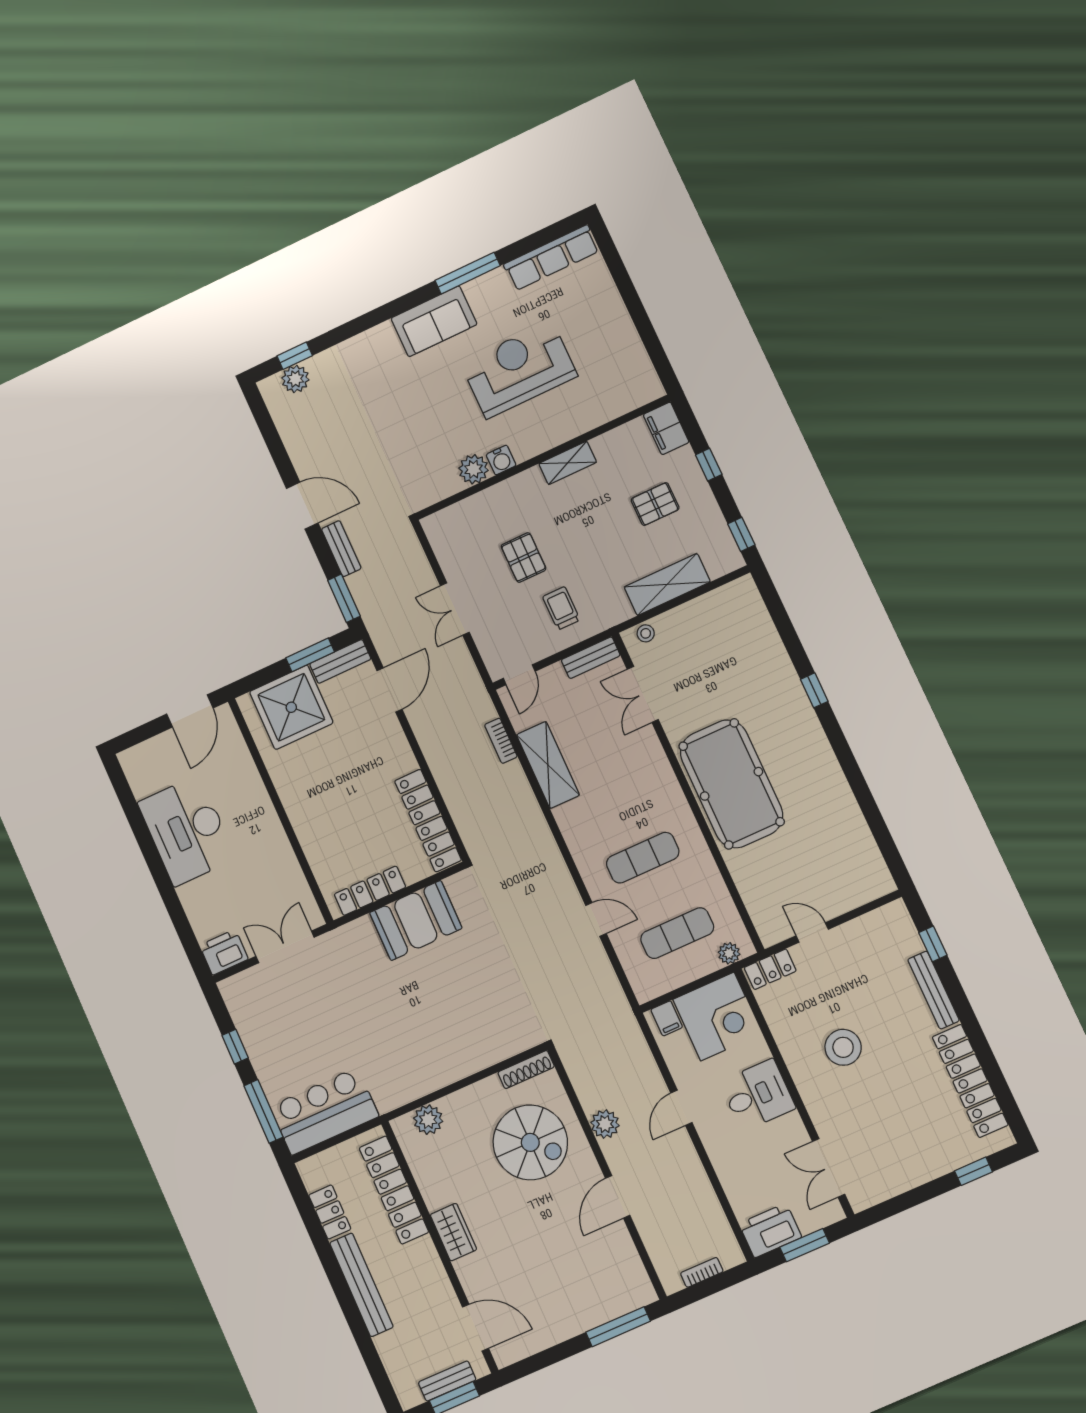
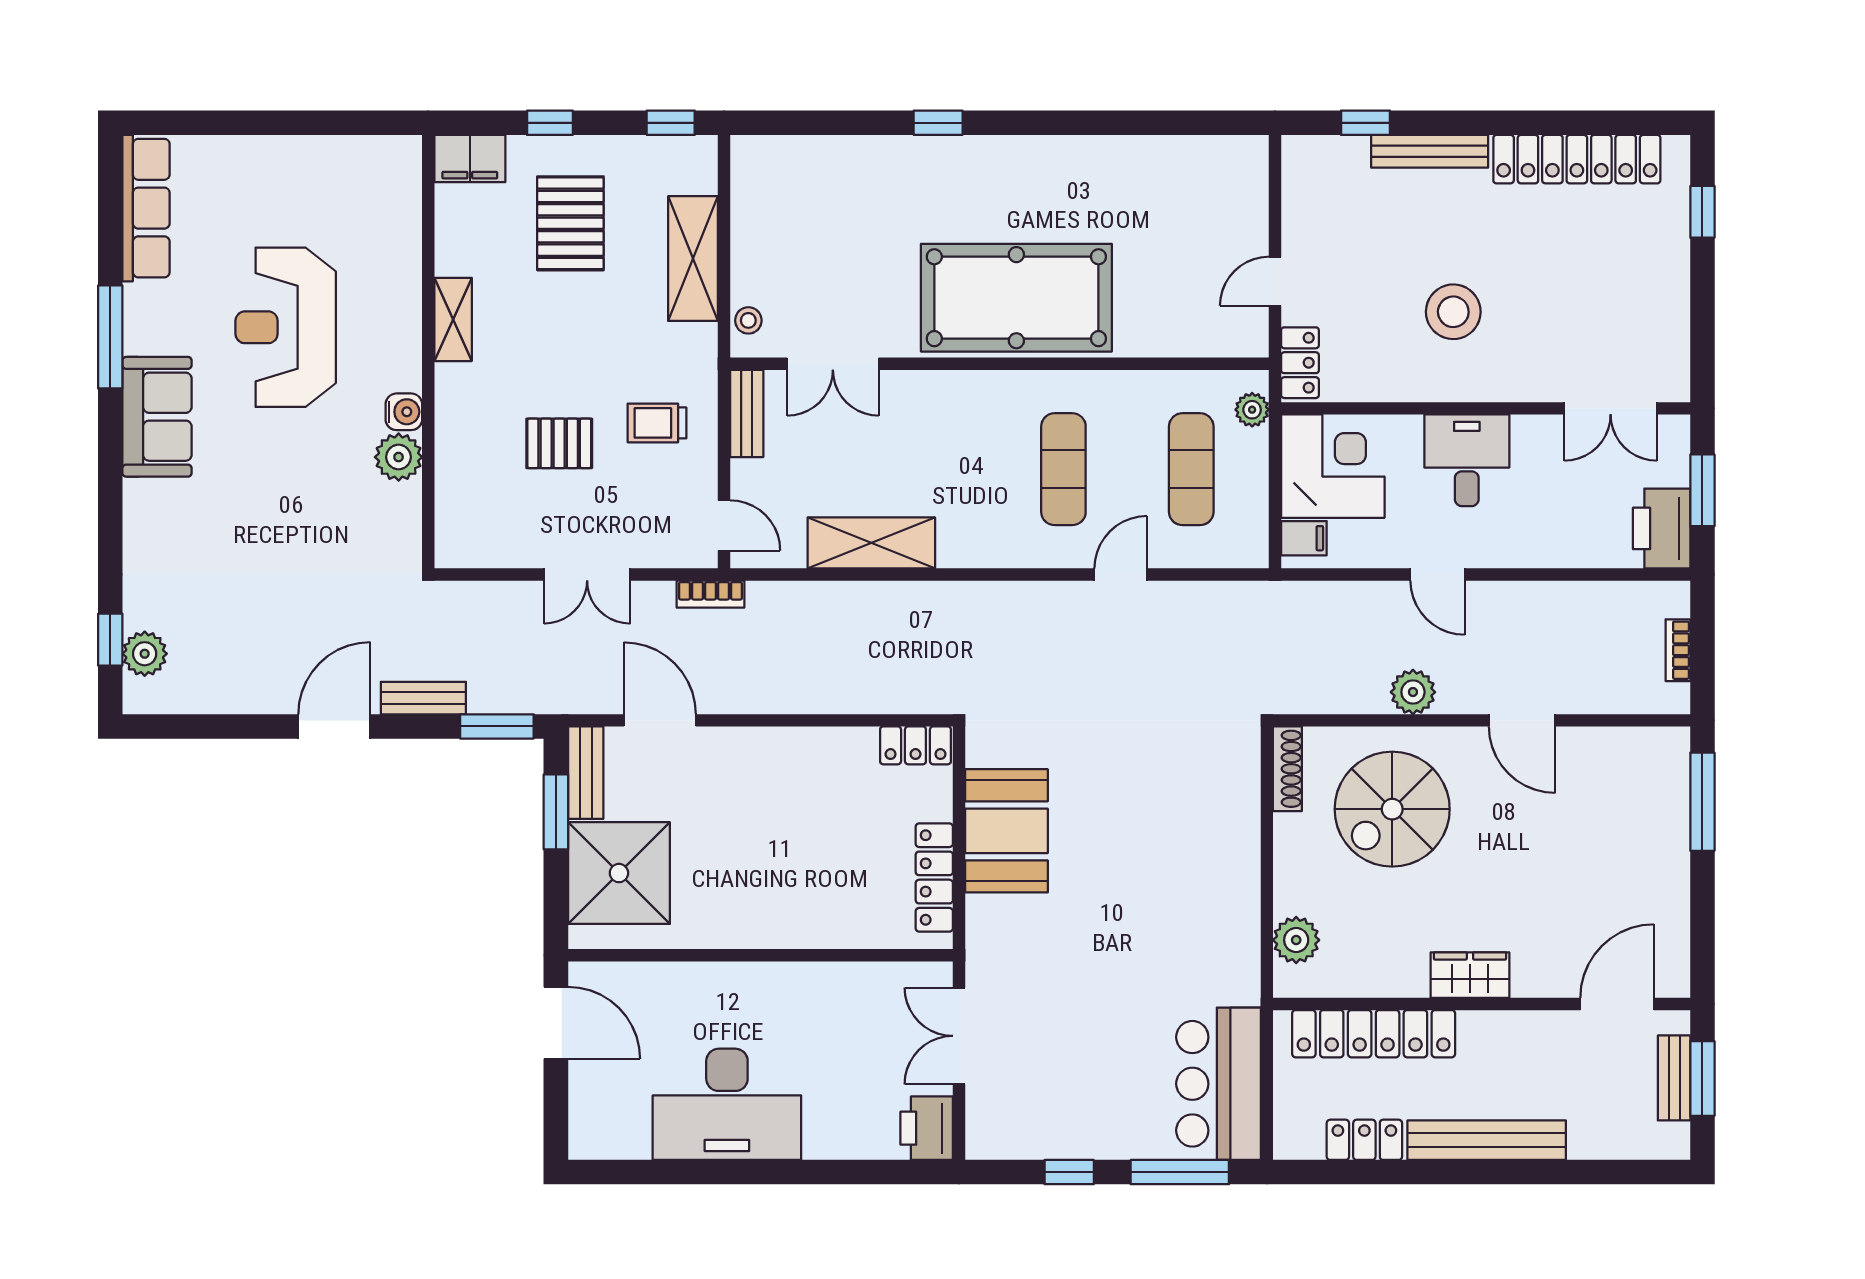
pallet: (655, 504) -> (570, 223), width x1.50, depth x1.42
bookcase: (501, 741) -> (711, 594), moved
locker: (428, 821) -> (915, 745), width x0.46, depth x0.83
spiral stairs: (530, 1142) -> (1392, 809), turned 180

